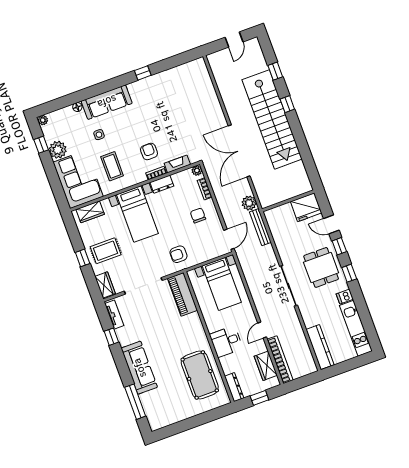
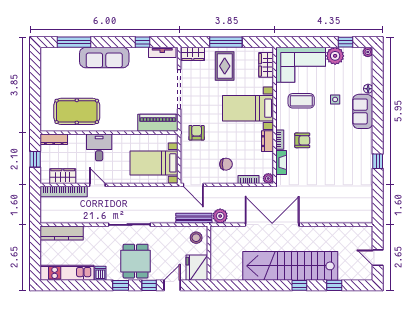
sofa: (107, 102) -> (363, 111), width x0.73
stool: (278, 218) -> (196, 238), added
window: (83, 258) -> (226, 42), width x2.17
dining table: (321, 267) -> (136, 261), turned 90

